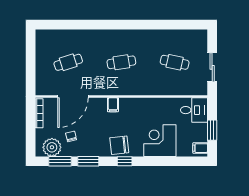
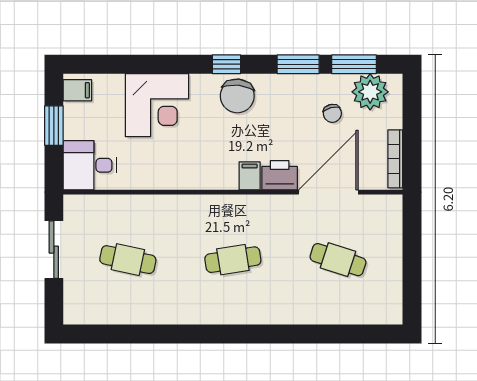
cafe table: (68, 62) -> (338, 260), turned 36
printer: (98, 105) -> (280, 175), added
chair: (119, 145) -> (237, 96), turned 102

